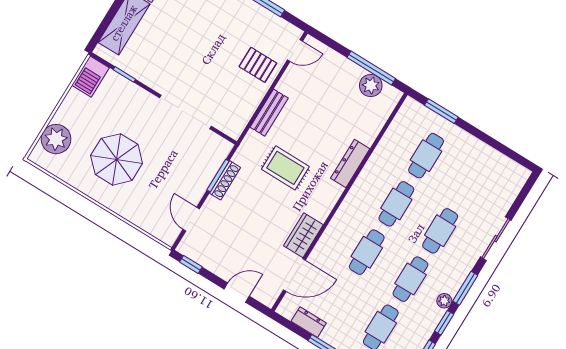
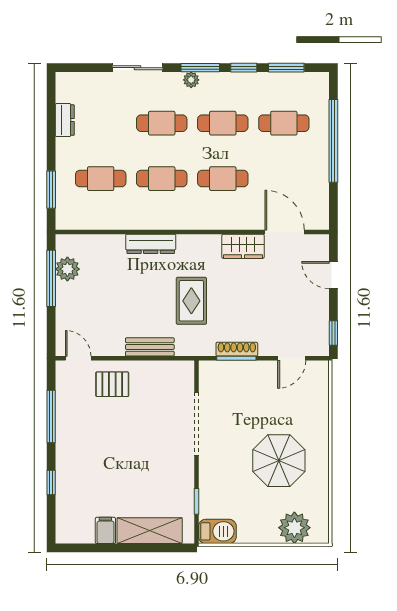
pallet: (258, 65) -> (112, 384), turned 90
plant: (444, 301) -> (191, 80), moved
dresser: (309, 322) -> (65, 120), moved, turned 180

